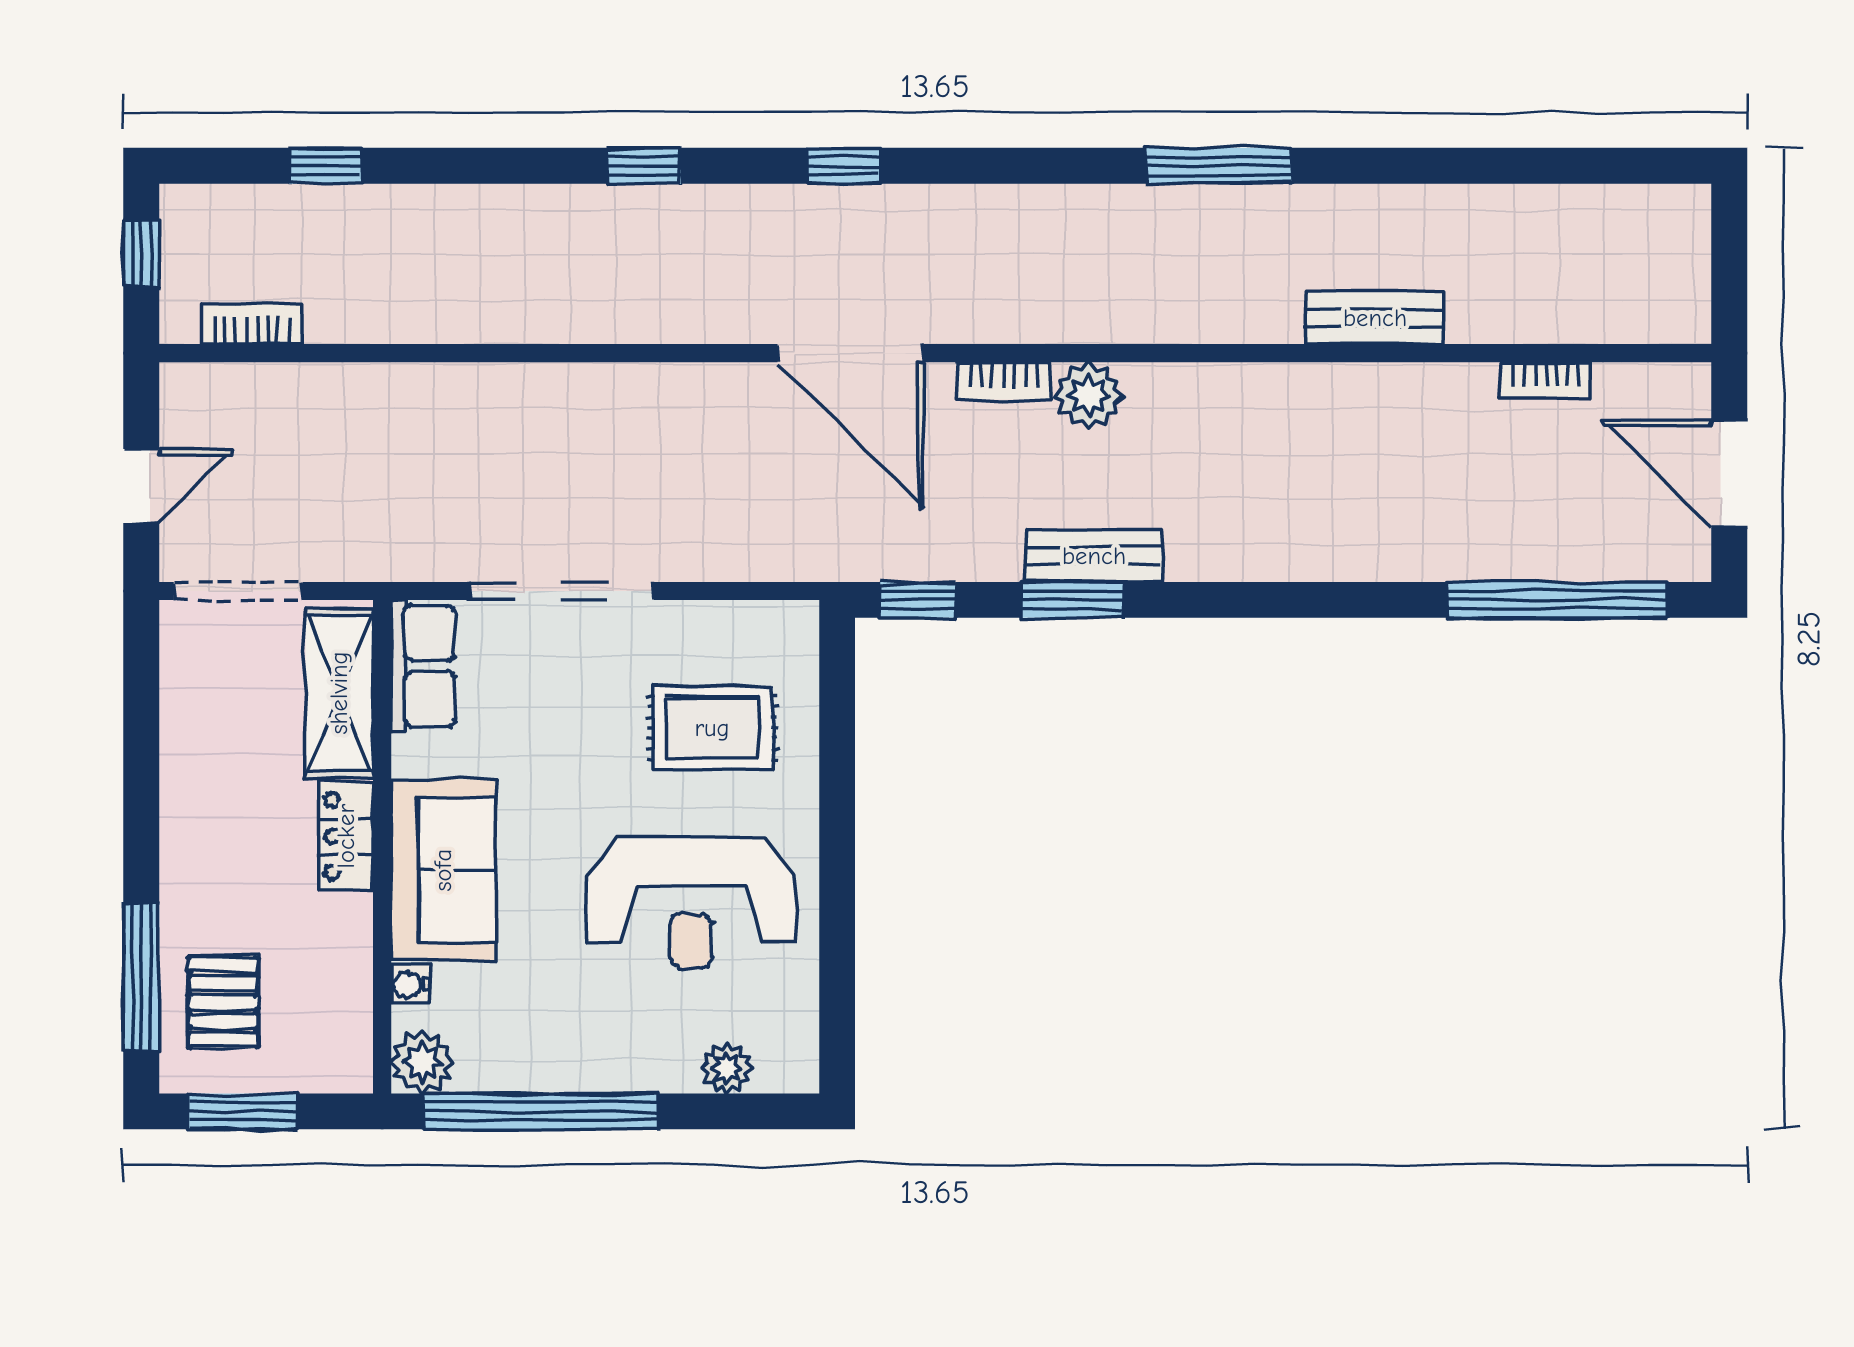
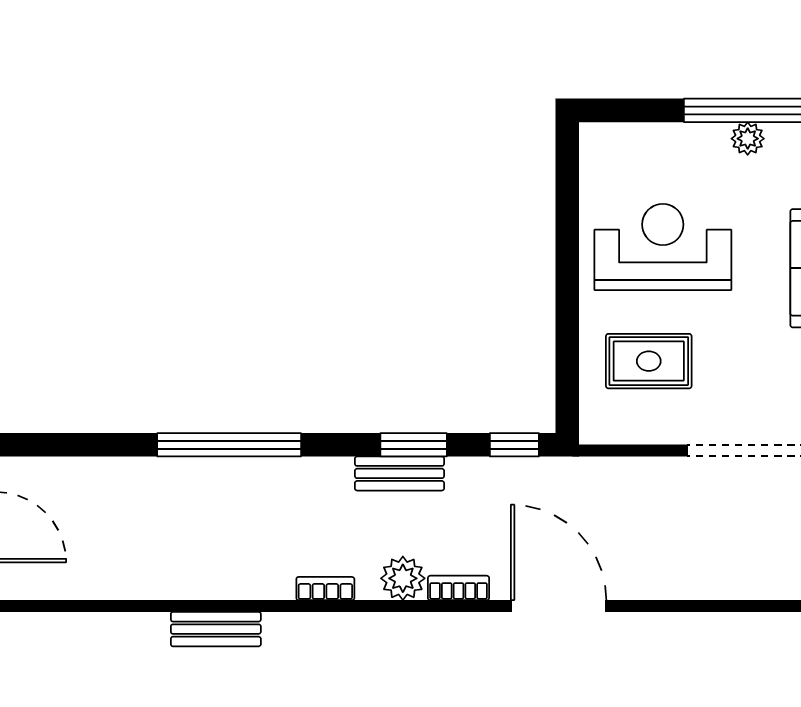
bookcase: (1546, 380) -> (325, 589), moved
window: (1557, 600) -> (229, 445), moved
plant: (727, 1068) -> (748, 139), moved

